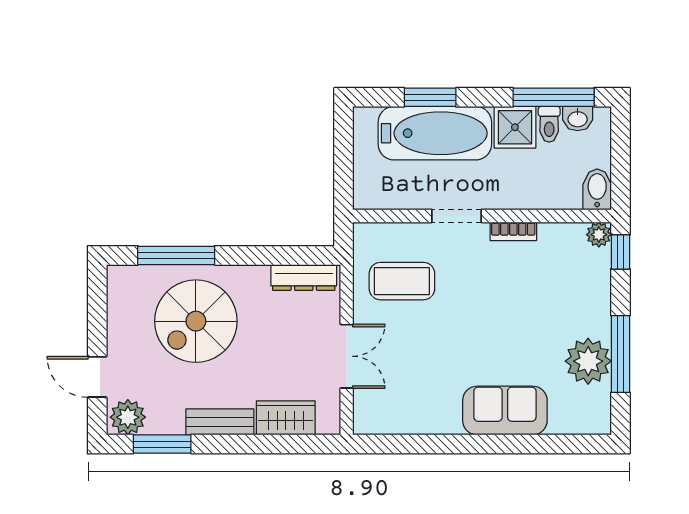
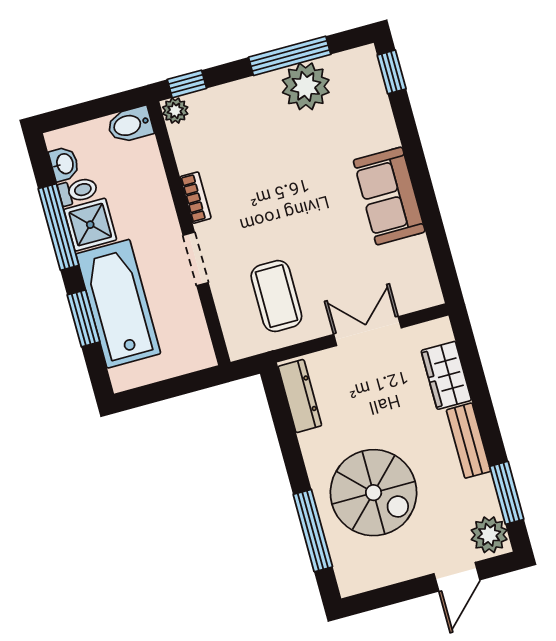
window: (554, 97) -> (58, 227), moved
sofa: (505, 411) -> (389, 196), moved
window: (580, 444) -> (392, 72), added

